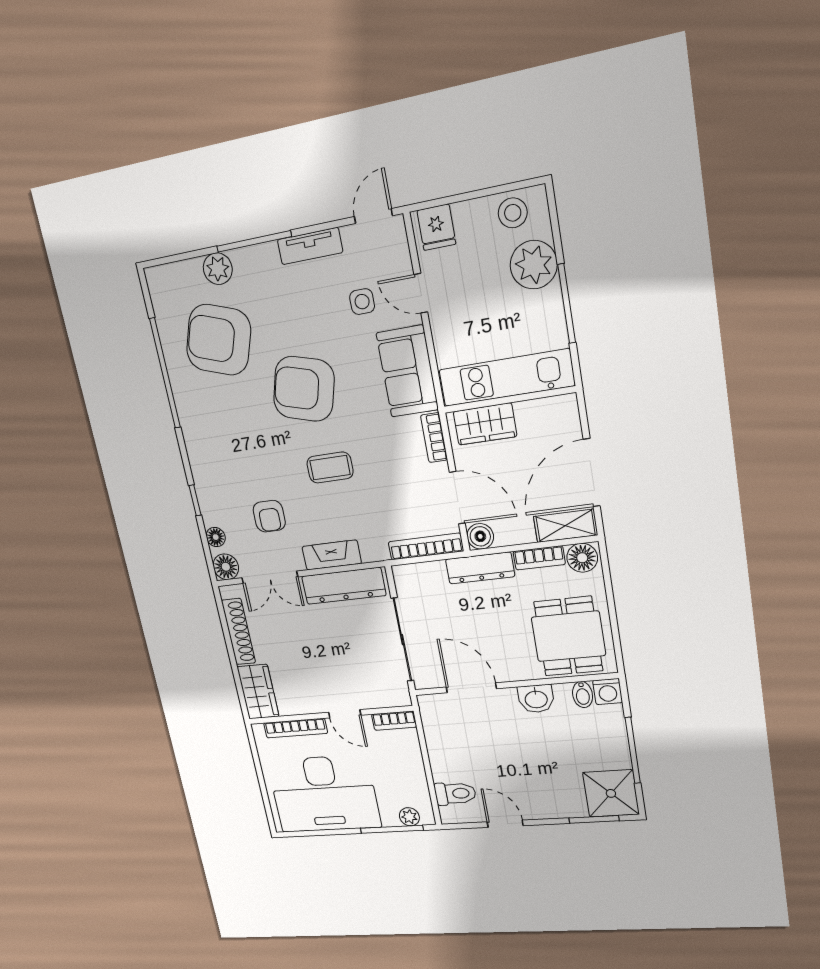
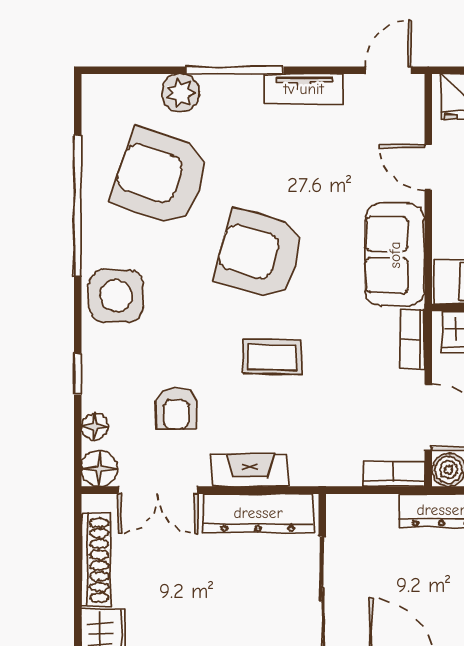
side table: (362, 302) -> (116, 296), moved, width x1.87, depth x1.87
bookcase: (426, 546) -> (394, 474), width x0.64

